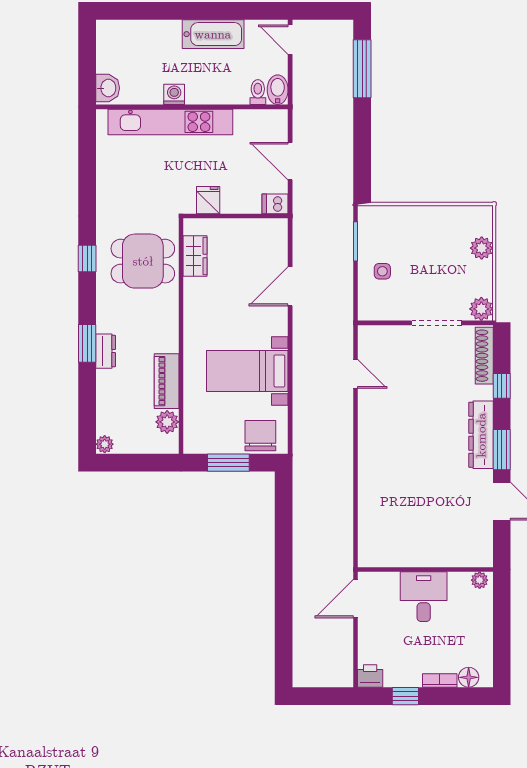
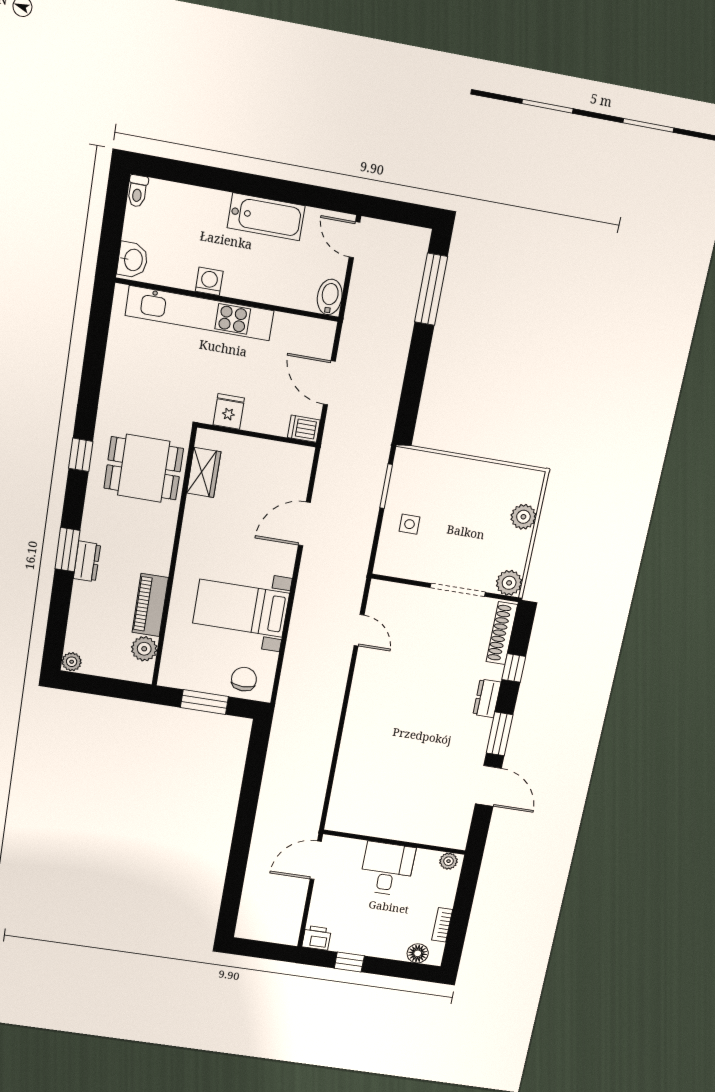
toilet: (258, 92) -> (137, 191), moved, turned 180
dresser: (481, 435) -> (487, 698), width x0.51, depth x0.80
chair: (260, 436) -> (244, 679), width x0.73, depth x0.73
bookcase: (440, 680) -> (442, 925), moved, turned -90

